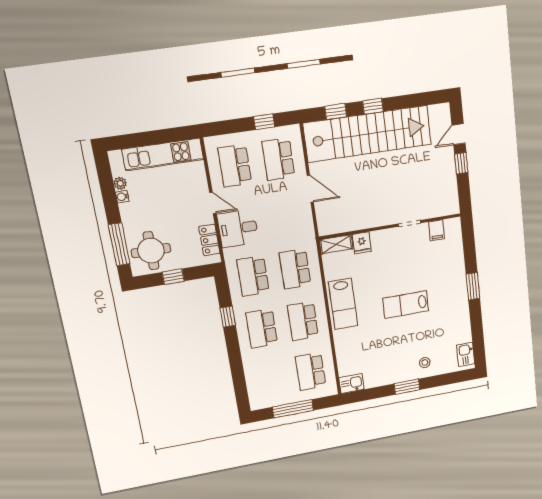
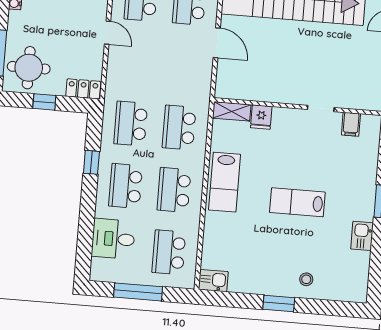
desk: (238, 228) -> (113, 239), moved
locker: (209, 240) -> (83, 89), moved, turned 90
kitchen sink: (466, 354) -> (362, 236), moved

